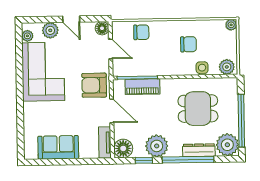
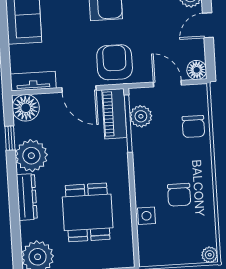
door: (111, 49) -> (167, 84), swing flipped
plant: (227, 67) -> (141, 116), moved
piano: (142, 87) -> (114, 114), moved
door: (112, 111) -> (79, 89), hinge flipped
dresser: (199, 150) -> (27, 197), moved
window: (188, 160) -> (14, 201), removed

